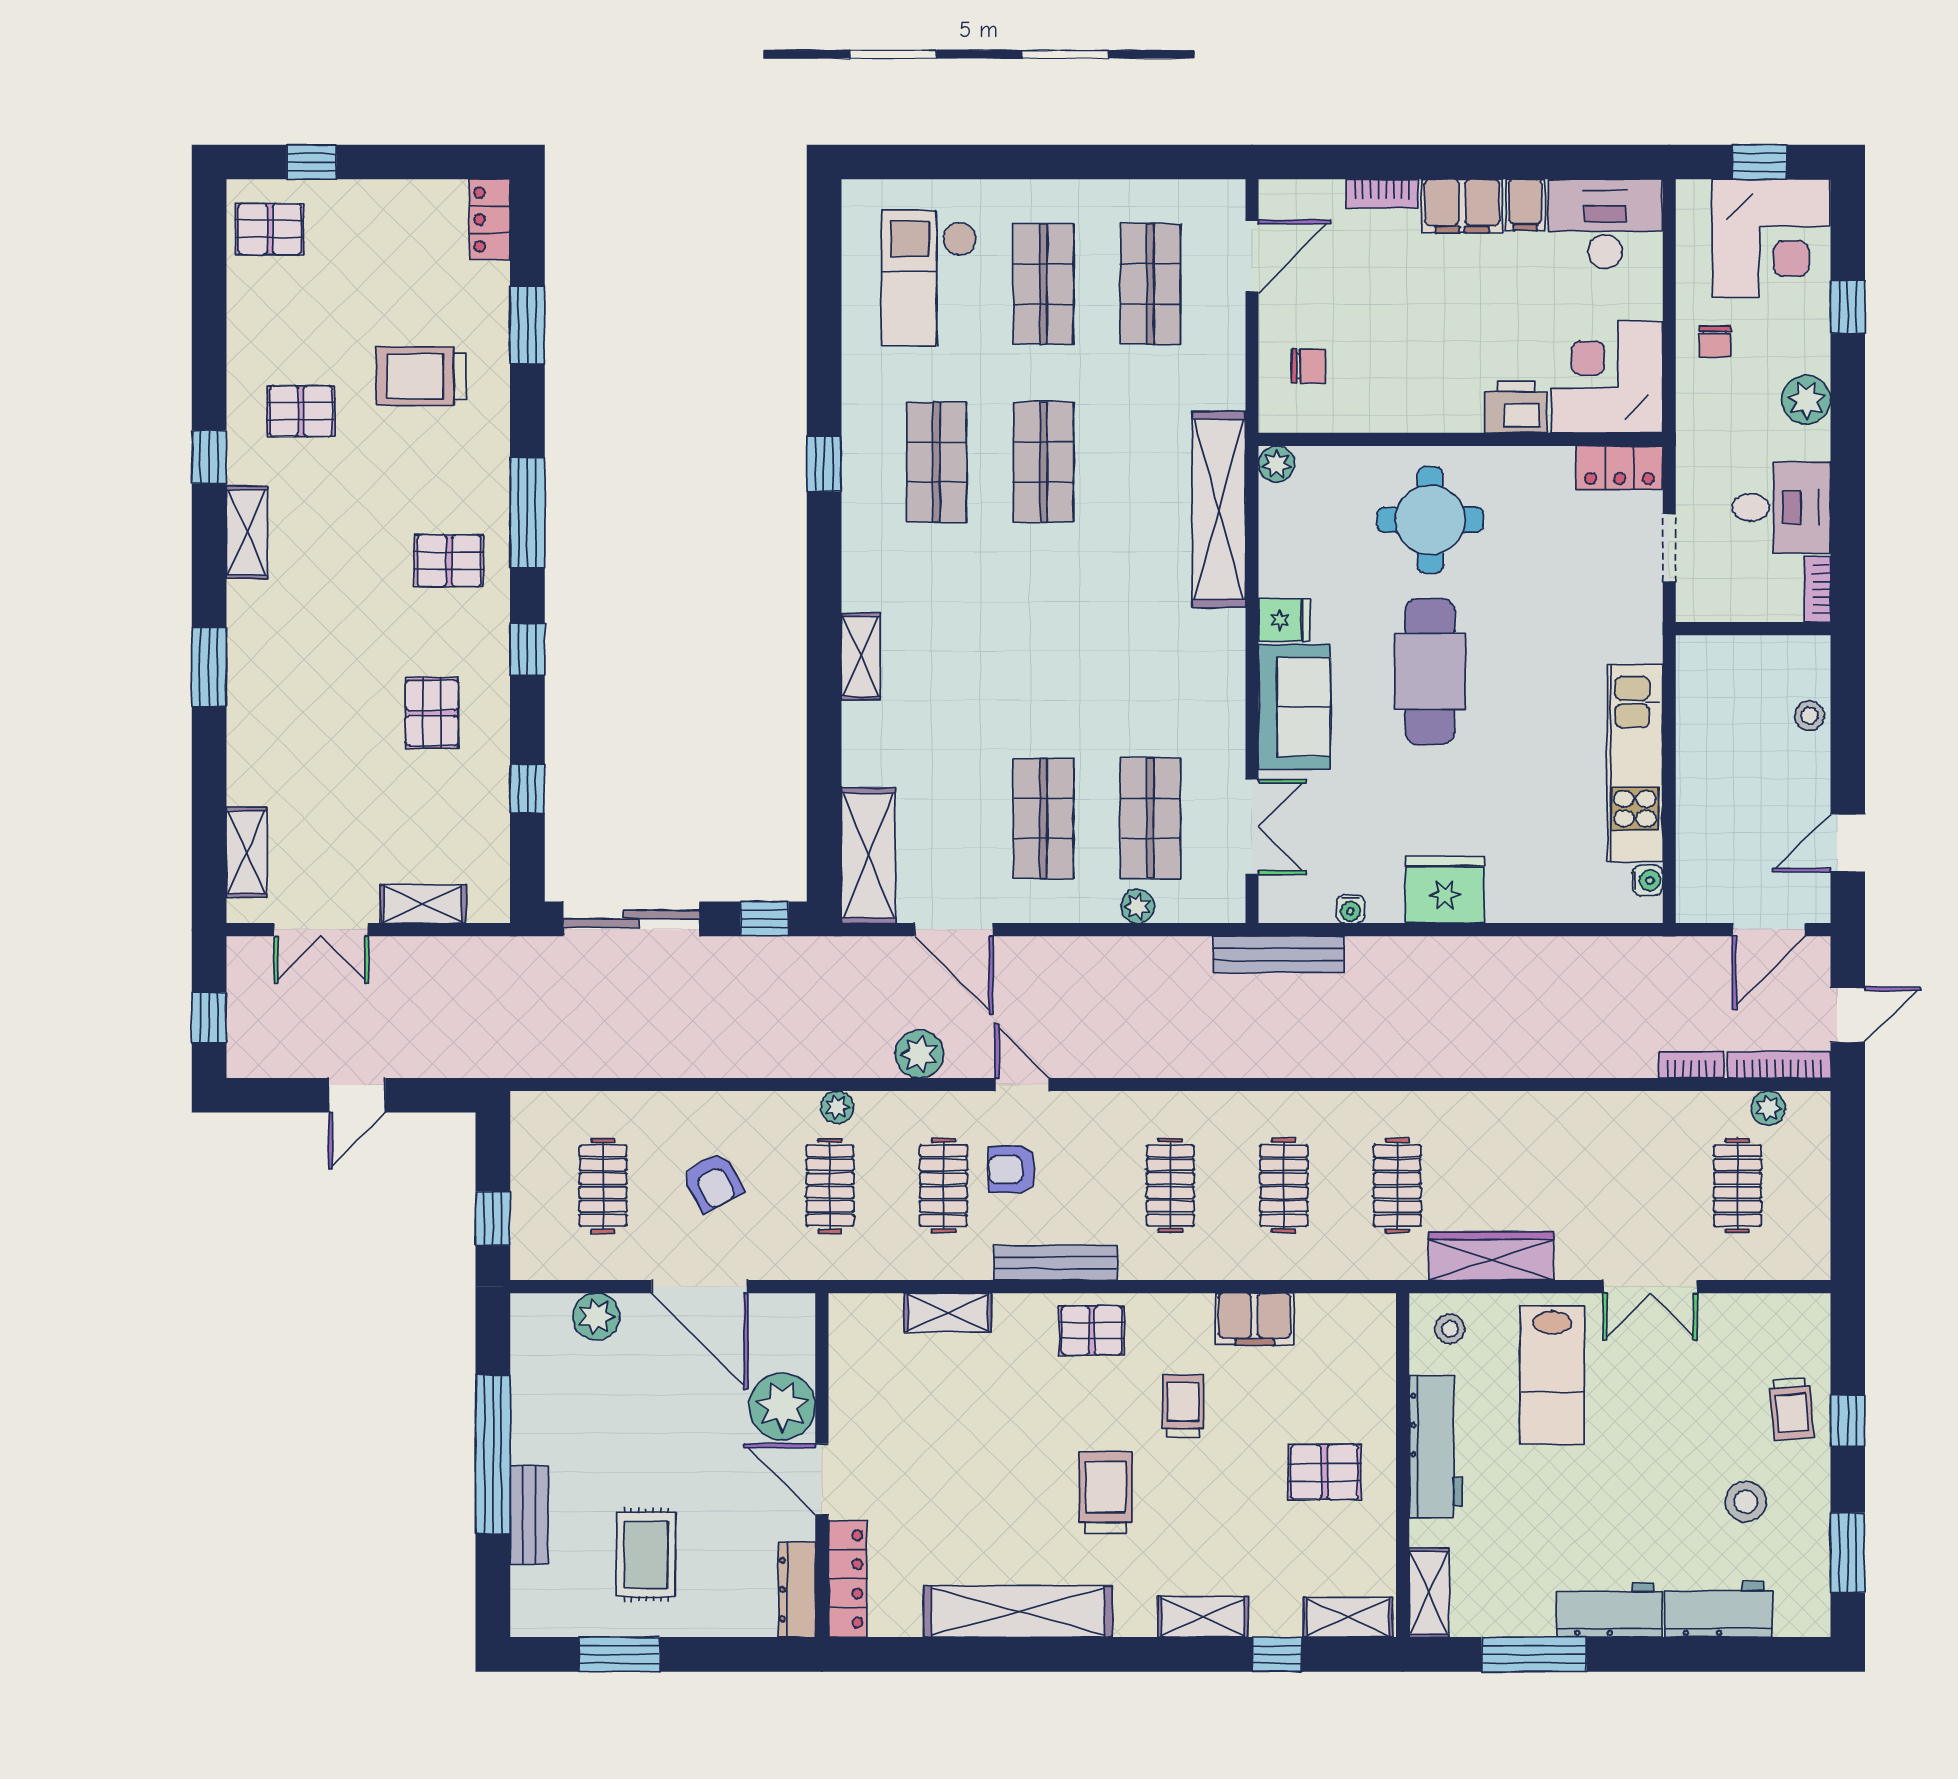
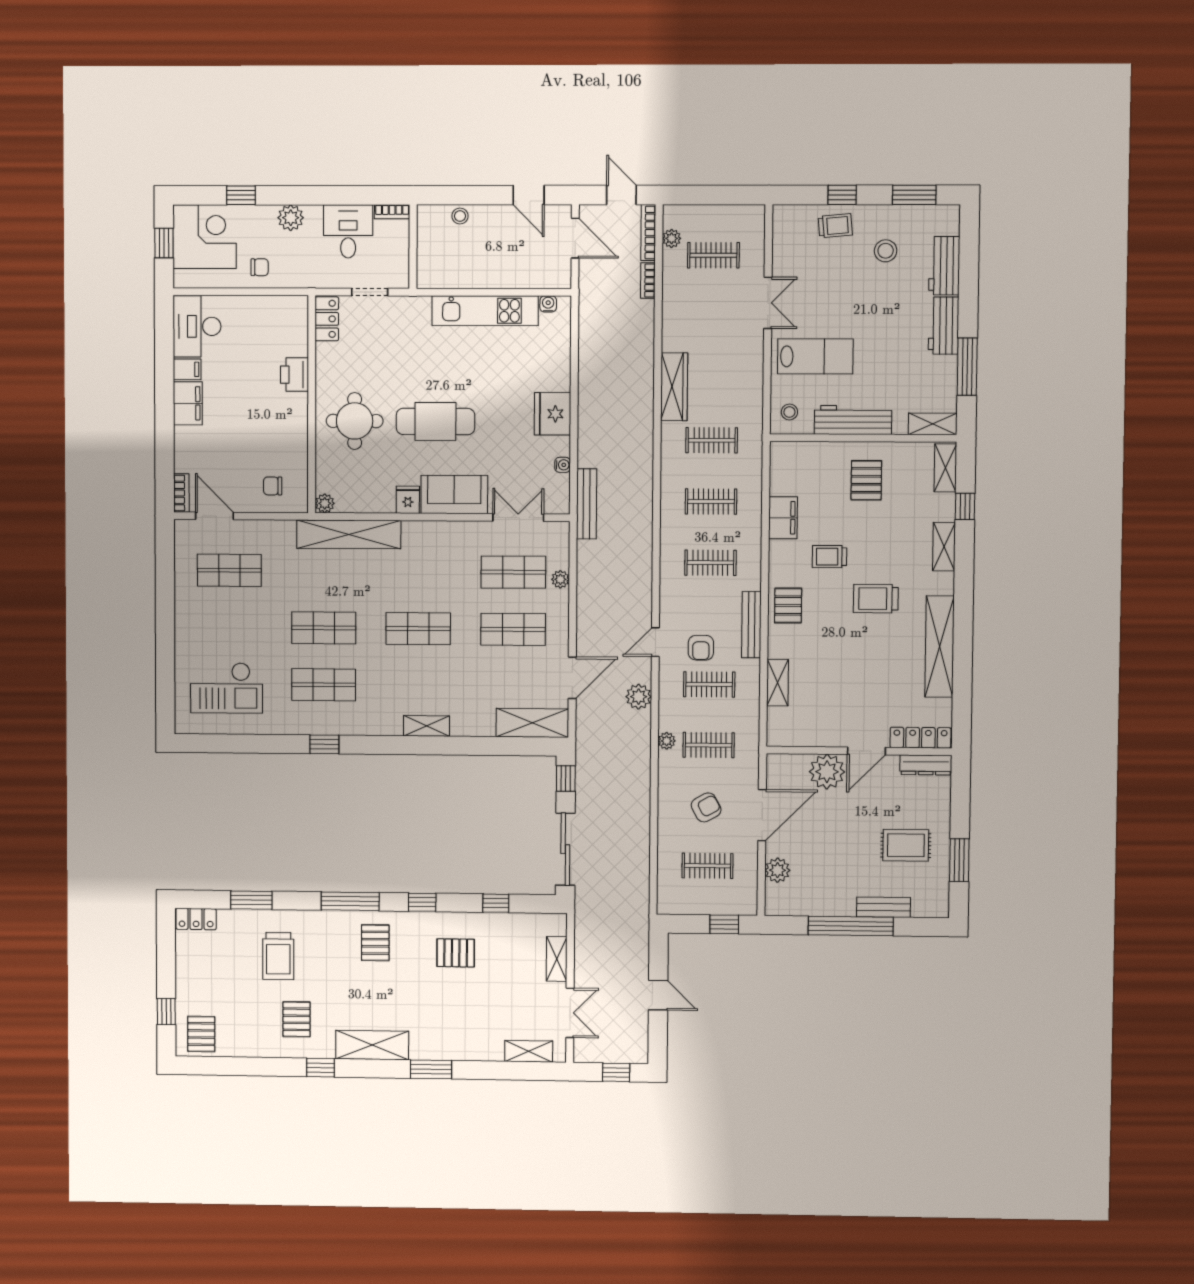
bookcase: (1382, 194) -> (181, 493), moved
shop shelf: (1043, 284) -> (418, 629), moved
chair: (1309, 366) -> (273, 486), turned -90
corner desk: (1607, 377) -> (278, 326), removed
shelving: (247, 532) -> (372, 1045), width x1.50, depth x1.33
wardrobe: (1491, 1256) -> (674, 387), moved, turned 180

